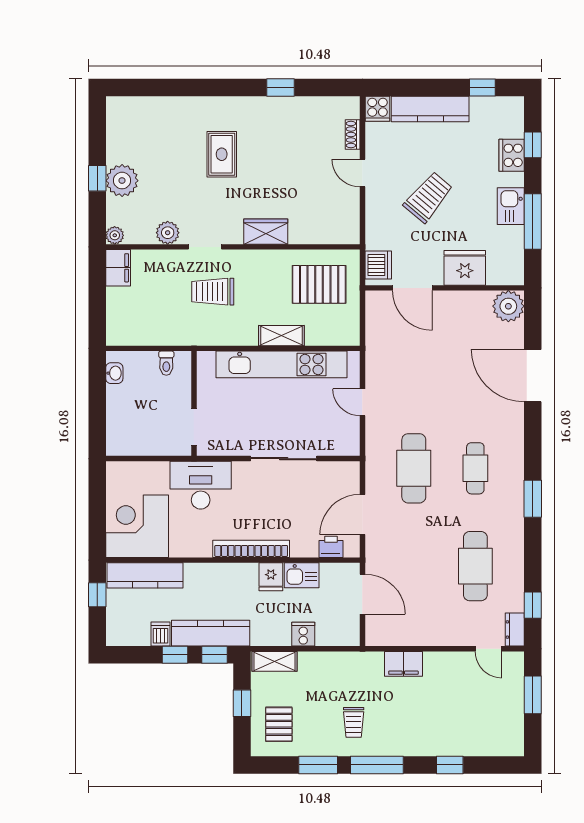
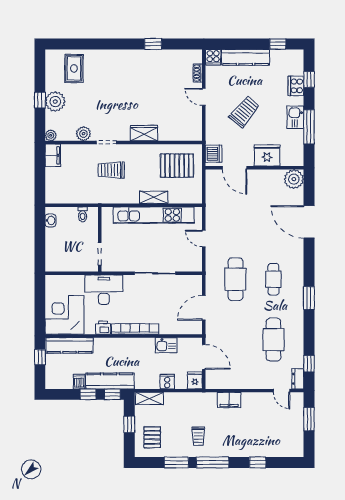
rug: (222, 154) -> (74, 68), moved
printer: (331, 547) -> (103, 328), moved
fridge: (271, 577) -> (195, 380), moved, turned 180

